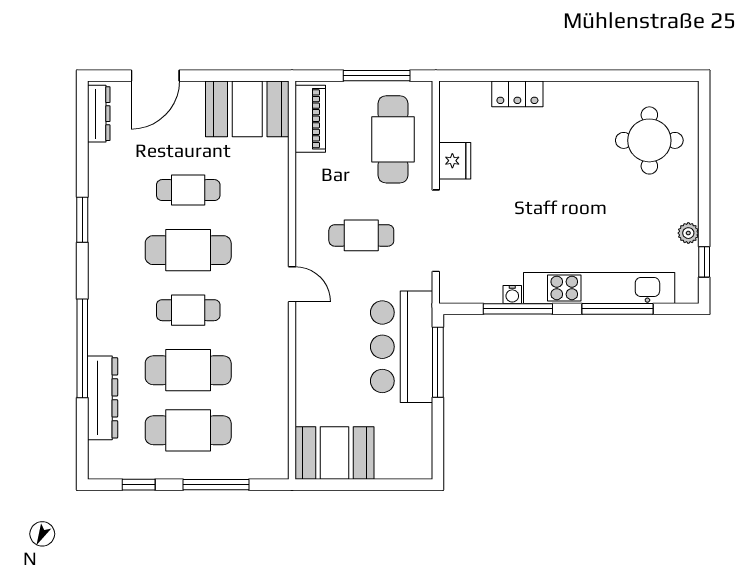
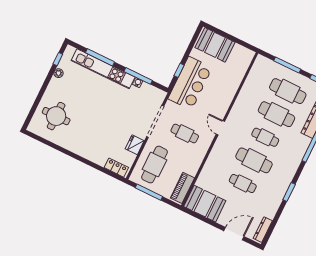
locker: (517, 94) -> (116, 168), moved
window: (438, 362) -> (179, 70), width x0.46
booth: (335, 453) -> (215, 45), moved

